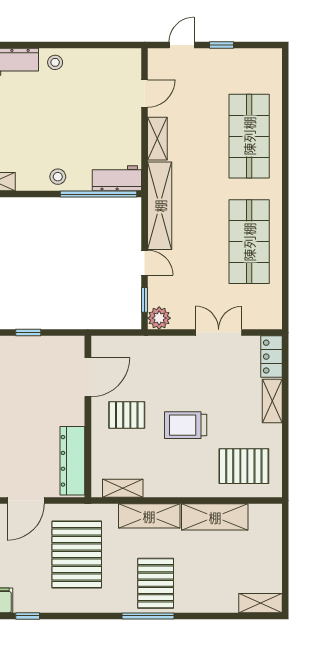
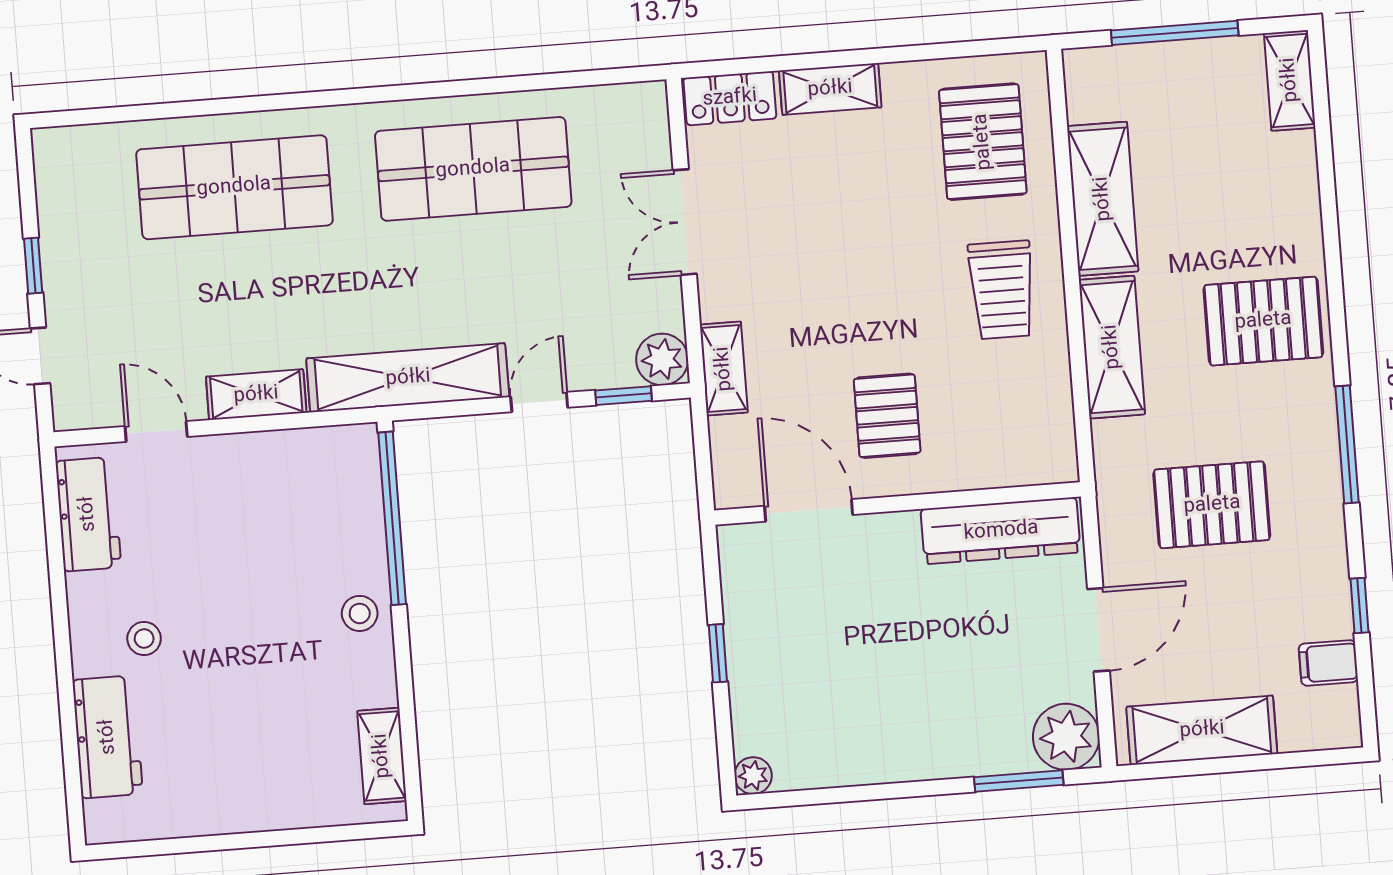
stool: (55, 62) -> (144, 639), moved
workbench: (117, 178) -> (88, 514), moved, turned 180
trolley: (186, 425) -> (1002, 290), moved
shelving: (123, 488) -> (724, 369), moved
door: (26, 500) -> (1098, 630), hinge flipped
pallet: (77, 554) -> (1212, 505), width x0.73, depth x0.71
window: (285, 554) -> (1175, 33), added
window: (148, 616) -> (1347, 444), moved

